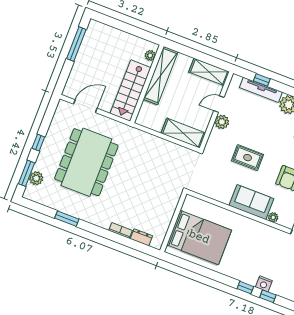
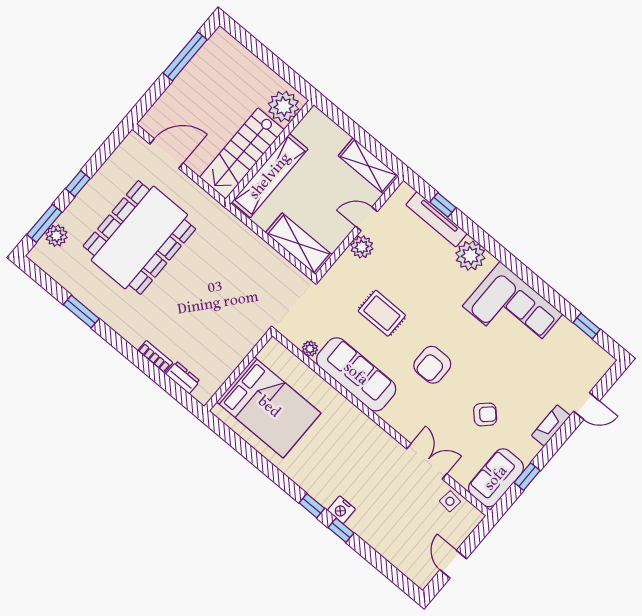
plant: (150, 55) -> (284, 106), width x1.87, depth x1.87
shelving: (161, 76) -> (270, 176), moved
sofa: (251, 202) -> (356, 374), width x1.36
plant: (273, 217) -> (310, 349), moved

